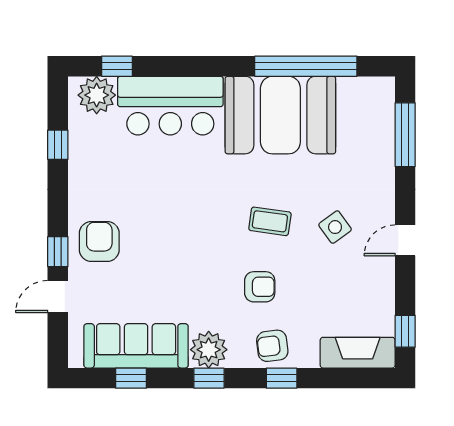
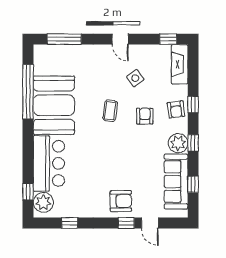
side table: (335, 227) -> (135, 78), moved
armchair: (99, 241) -> (121, 201), turned 180

